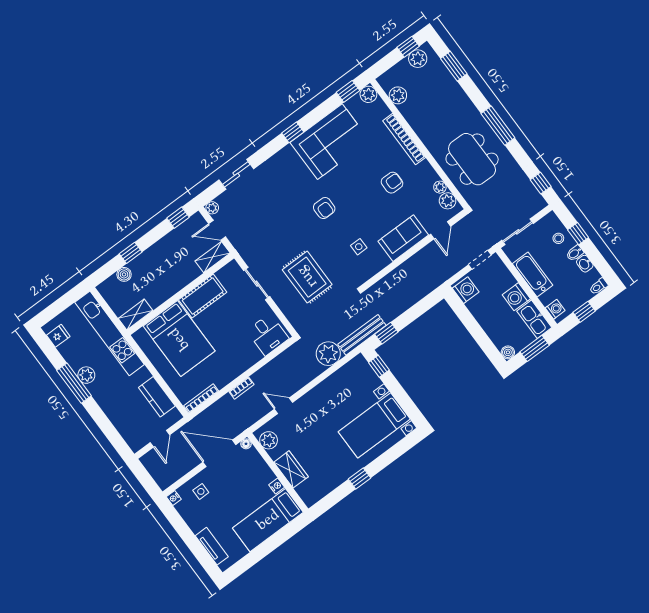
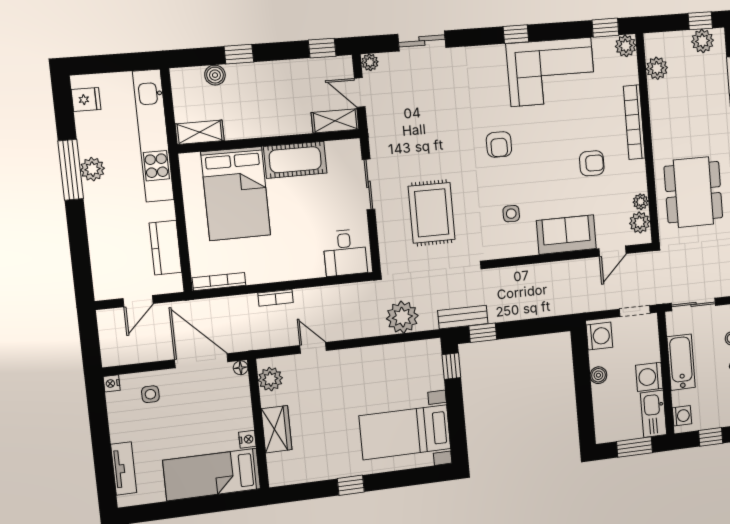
bench: (362, 335) -> (463, 317), width x0.73
boiler: (508, 352) -> (598, 375), moved

